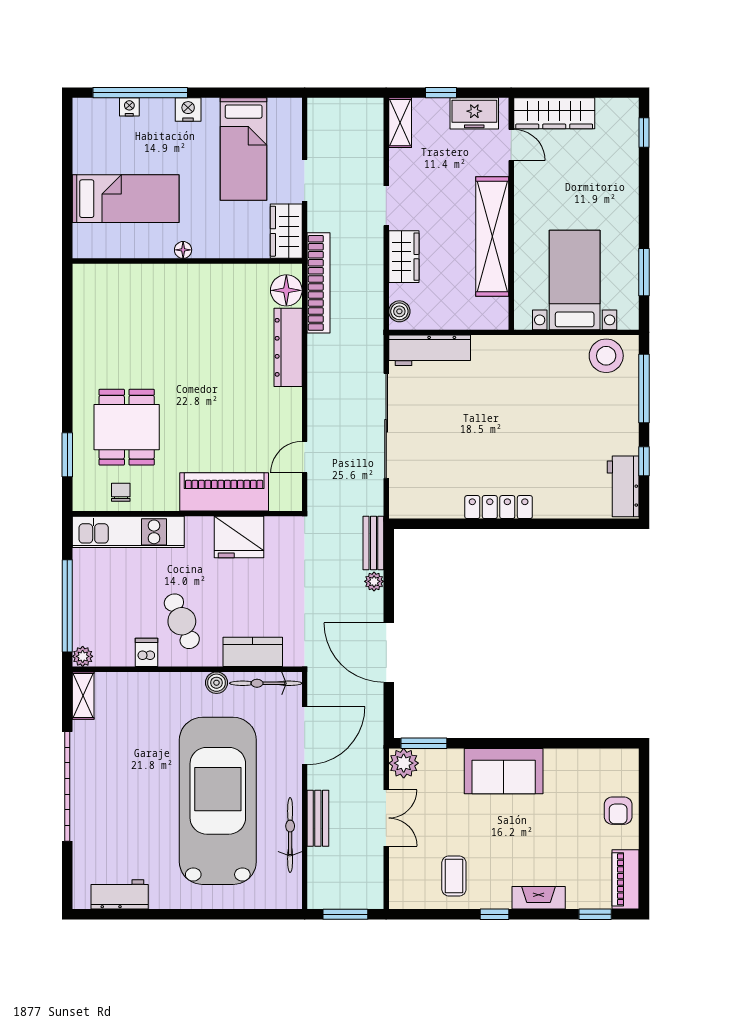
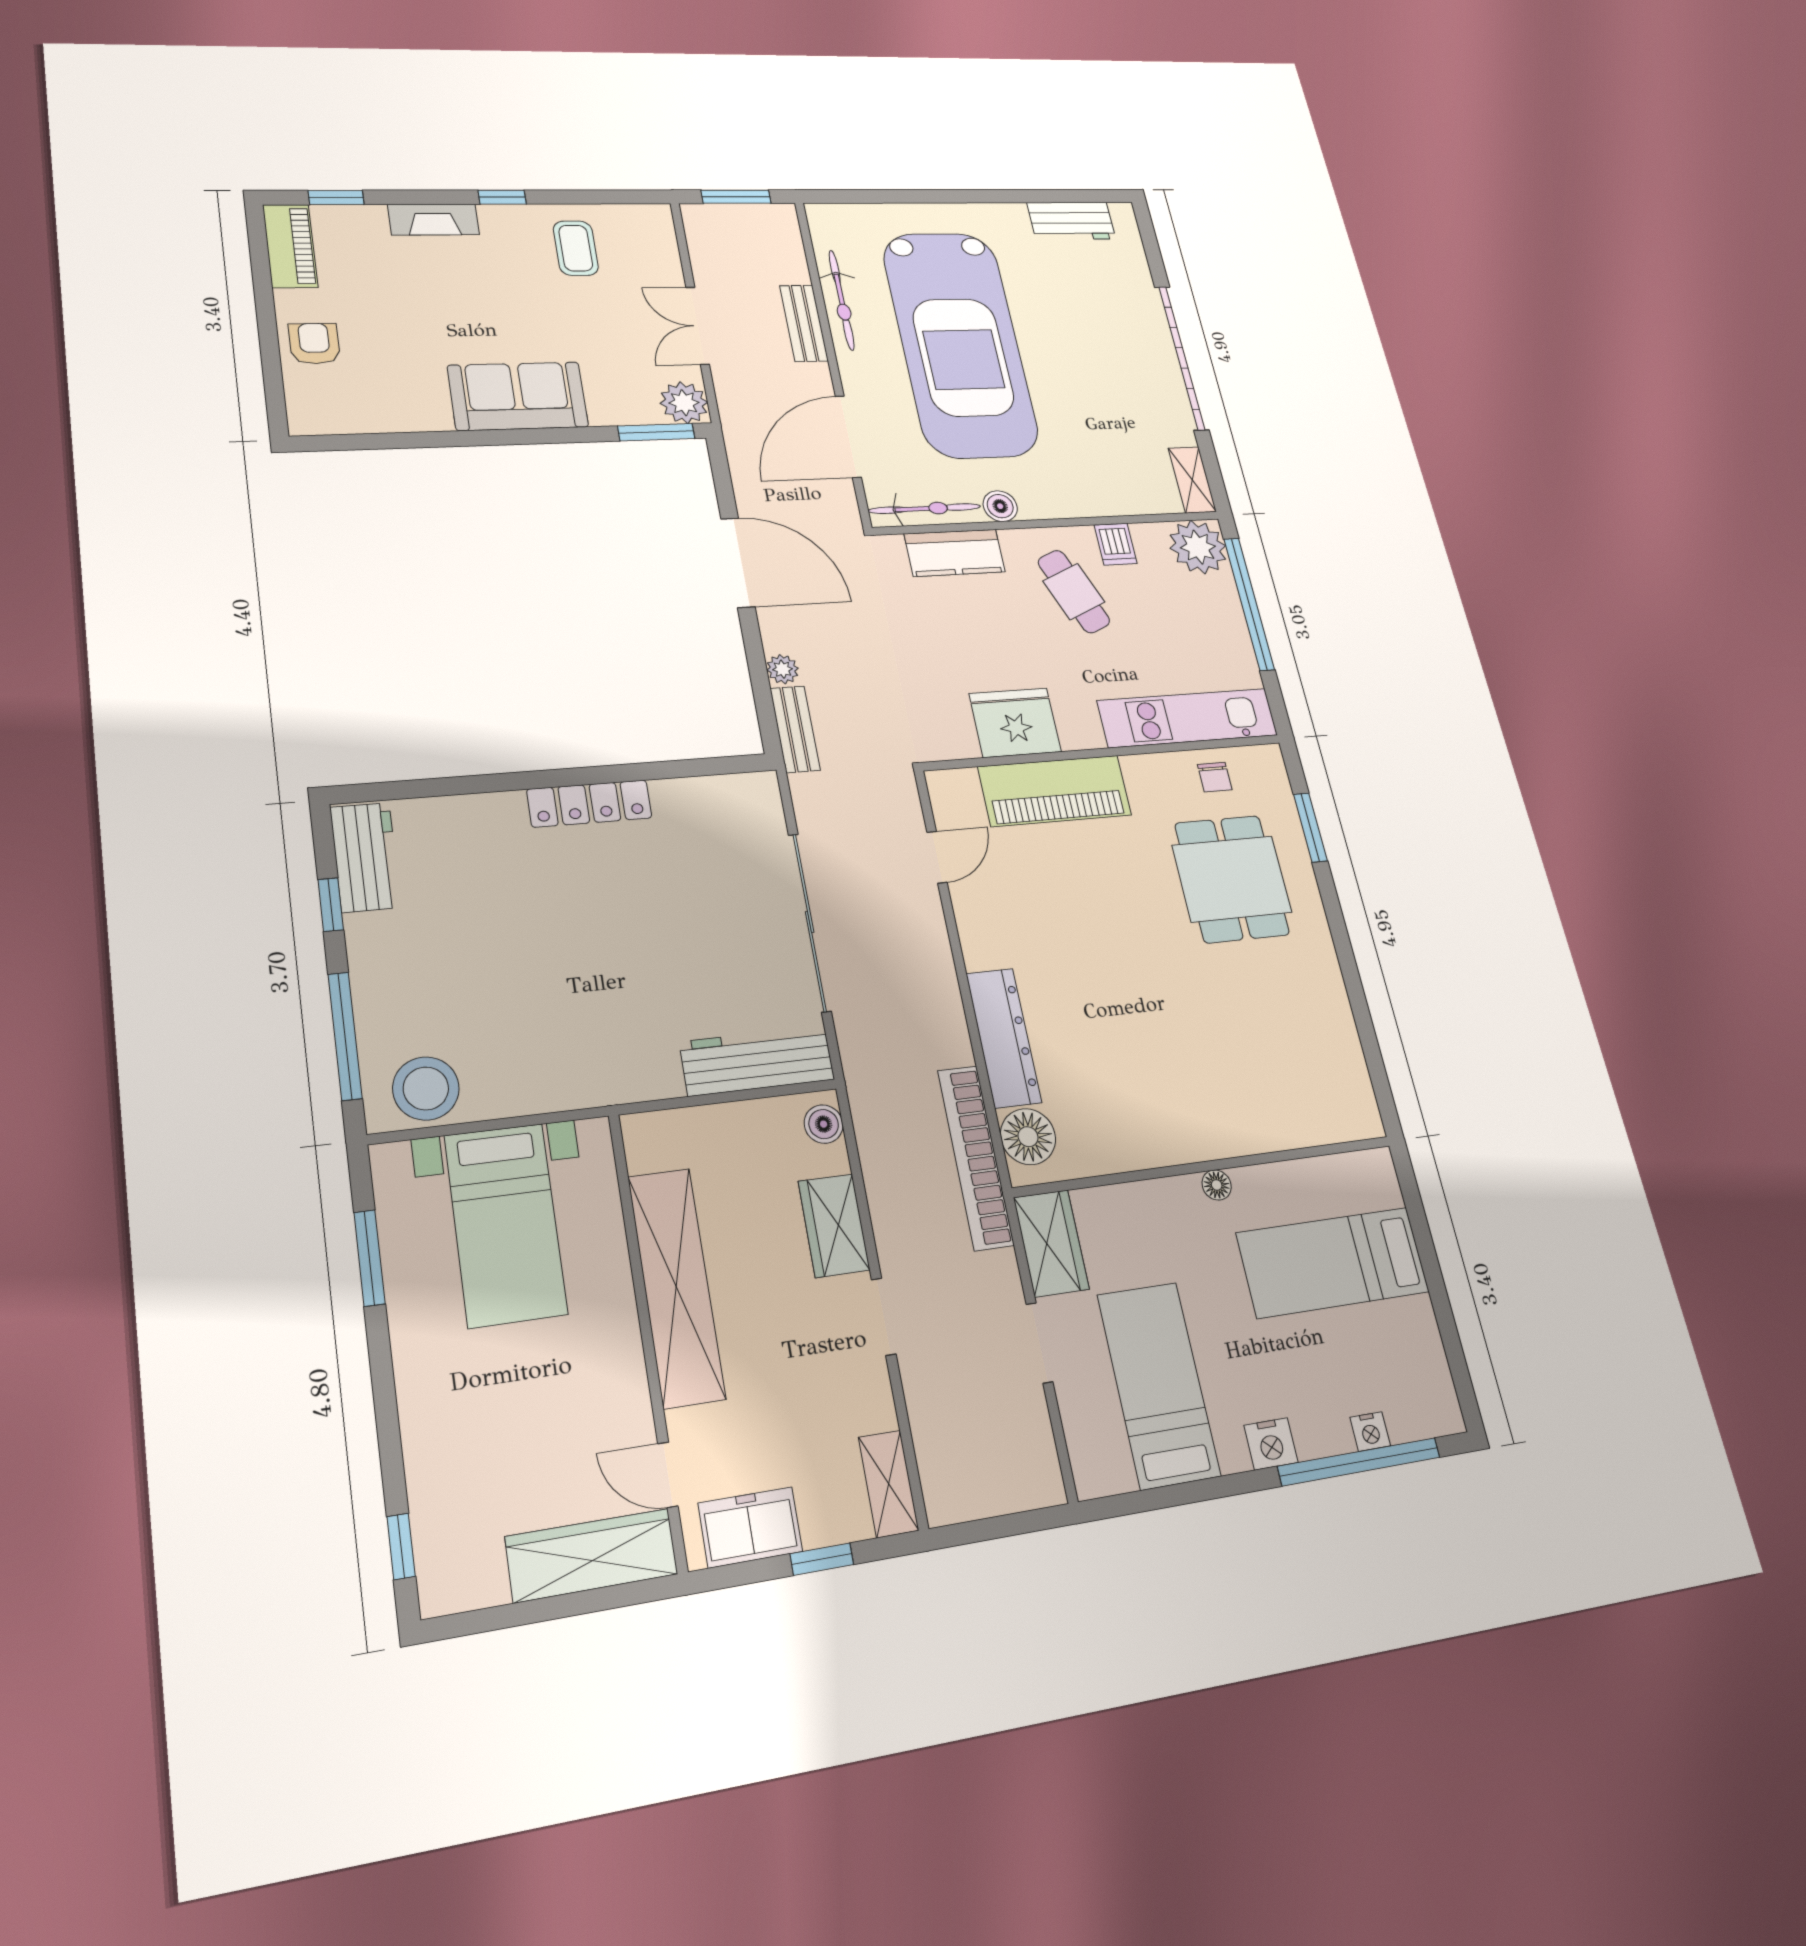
plant: (83, 656) -> (1198, 547), width x1.87, depth x1.87

